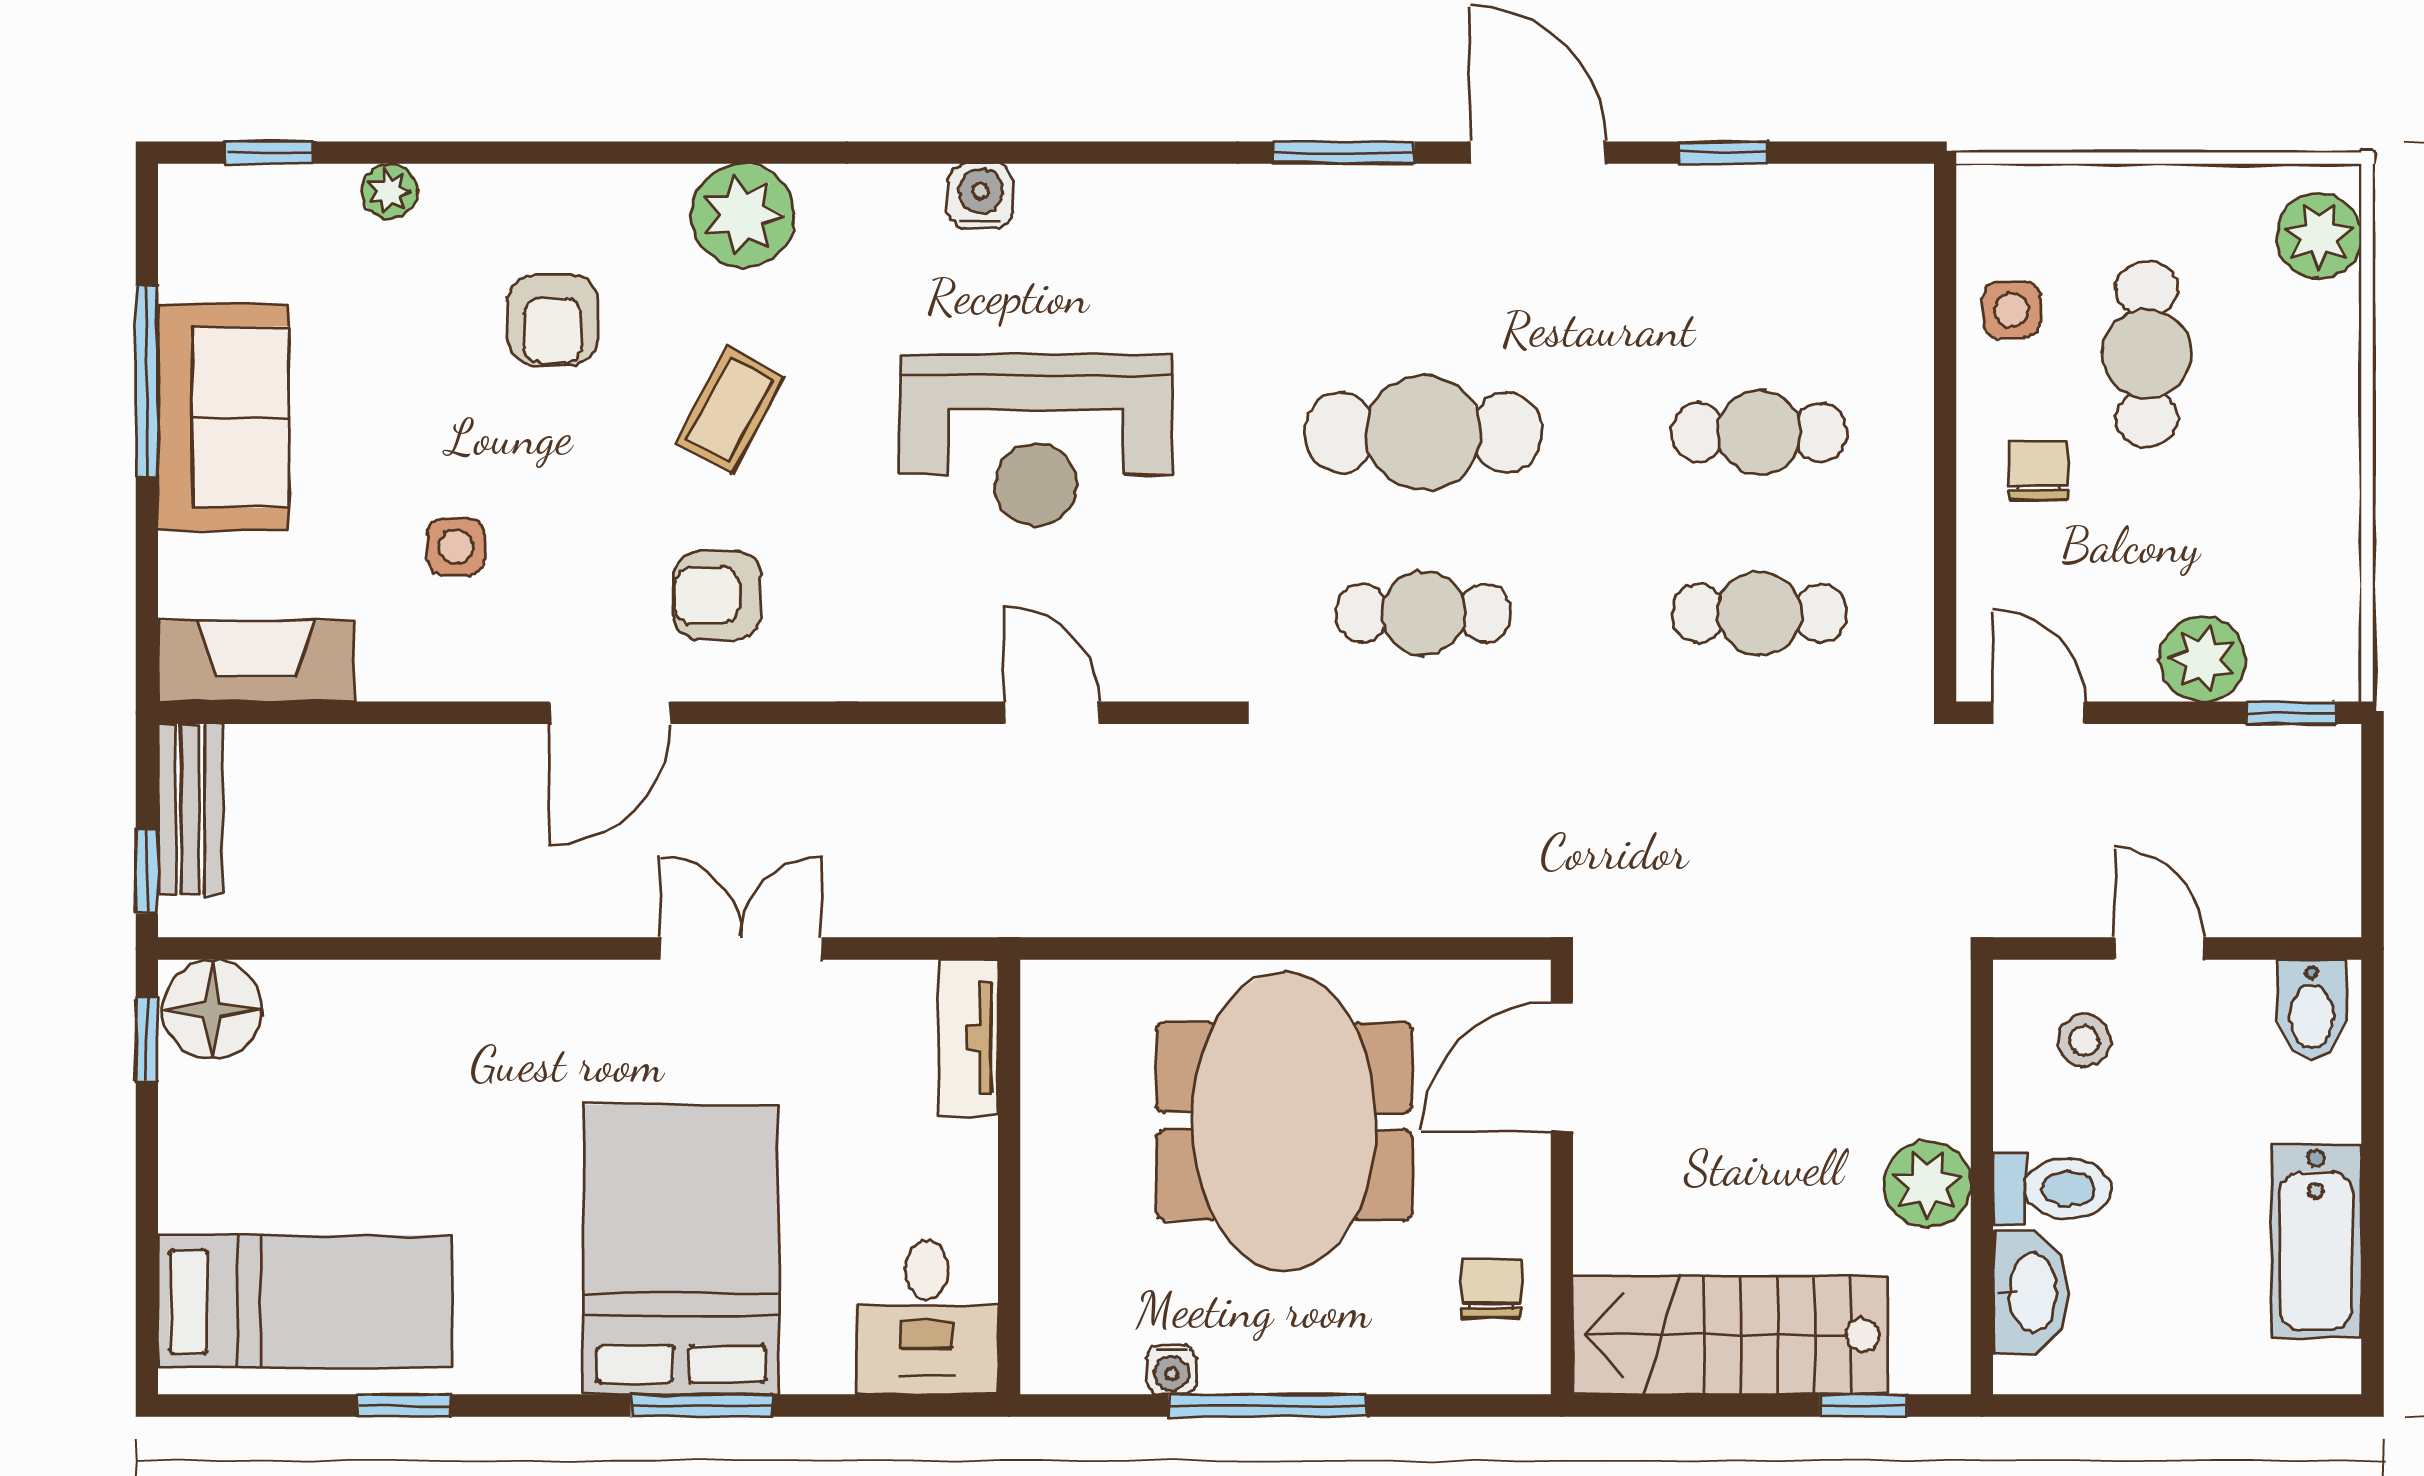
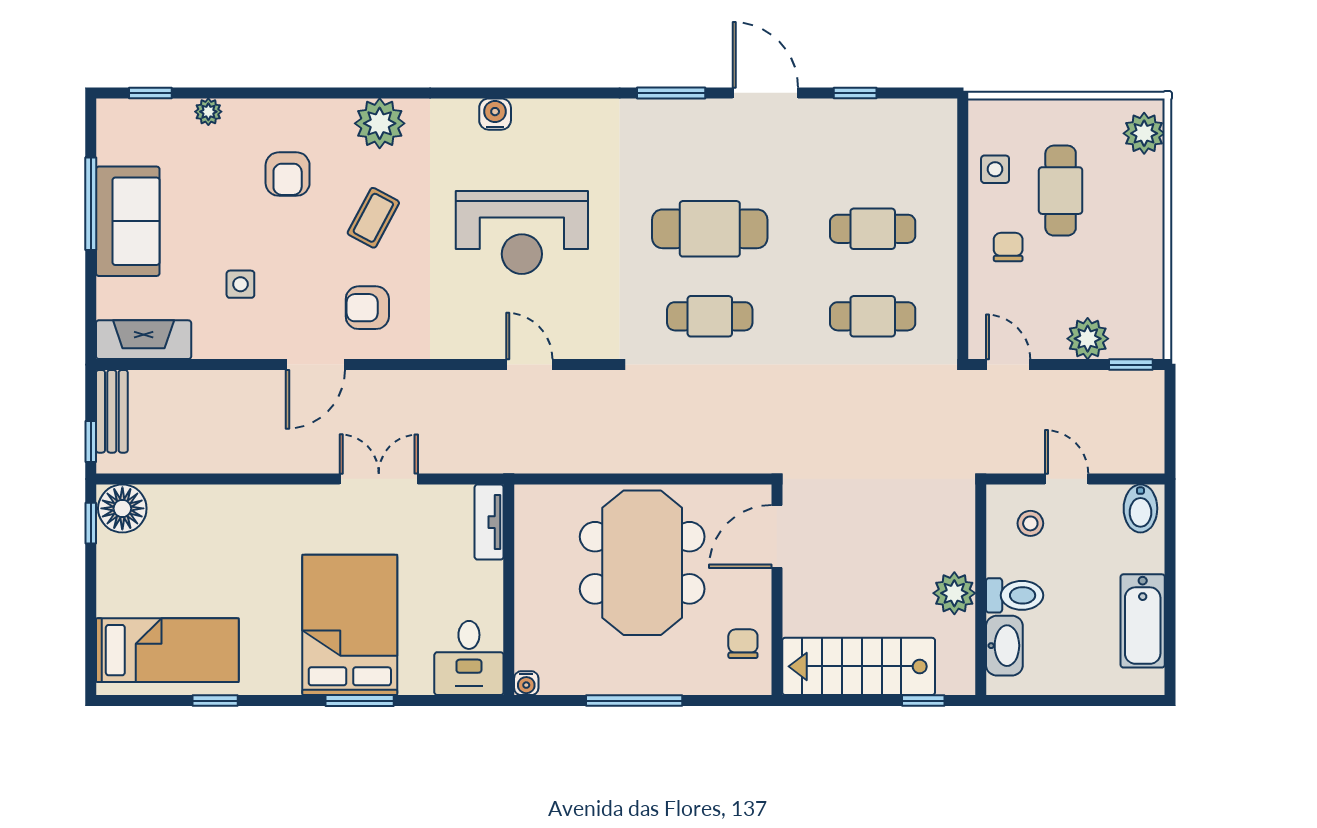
water cooler: (1172, 1370) -> (526, 683), moved

